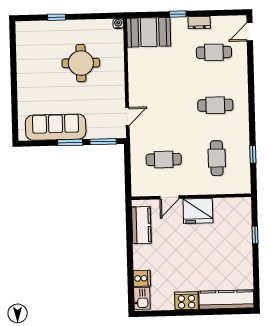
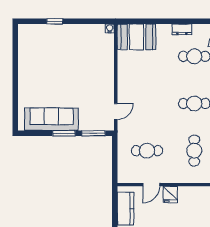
window: (178, 14) -> (163, 21), removed
round table: (81, 63) -> (75, 63), removed
fridge: (198, 211) -> (170, 194), width x0.53, depth x0.75

